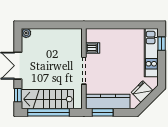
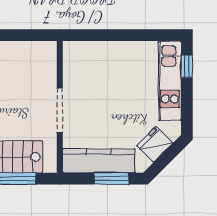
dishwasher: (93, 48) -> (74, 73), removed
window: (103, 112) -> (111, 179), moved

